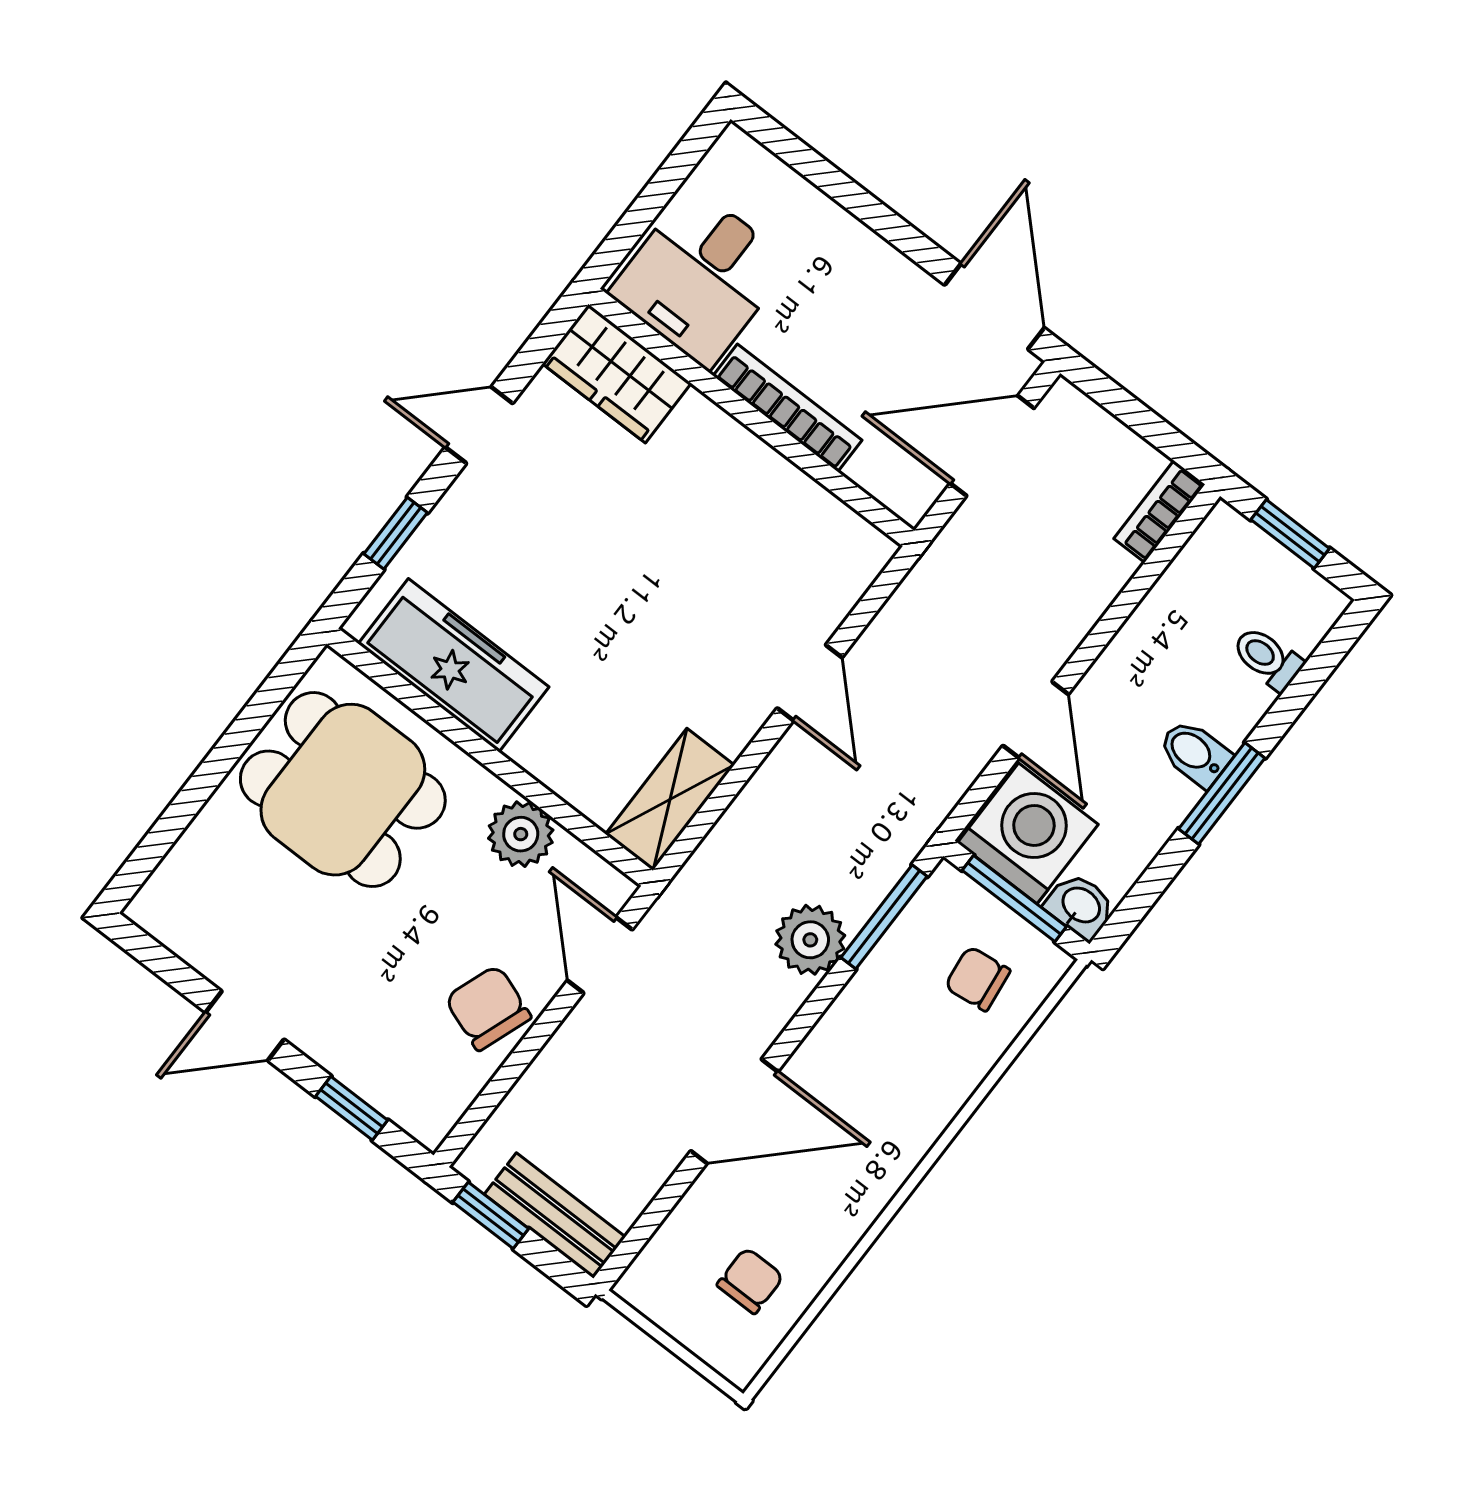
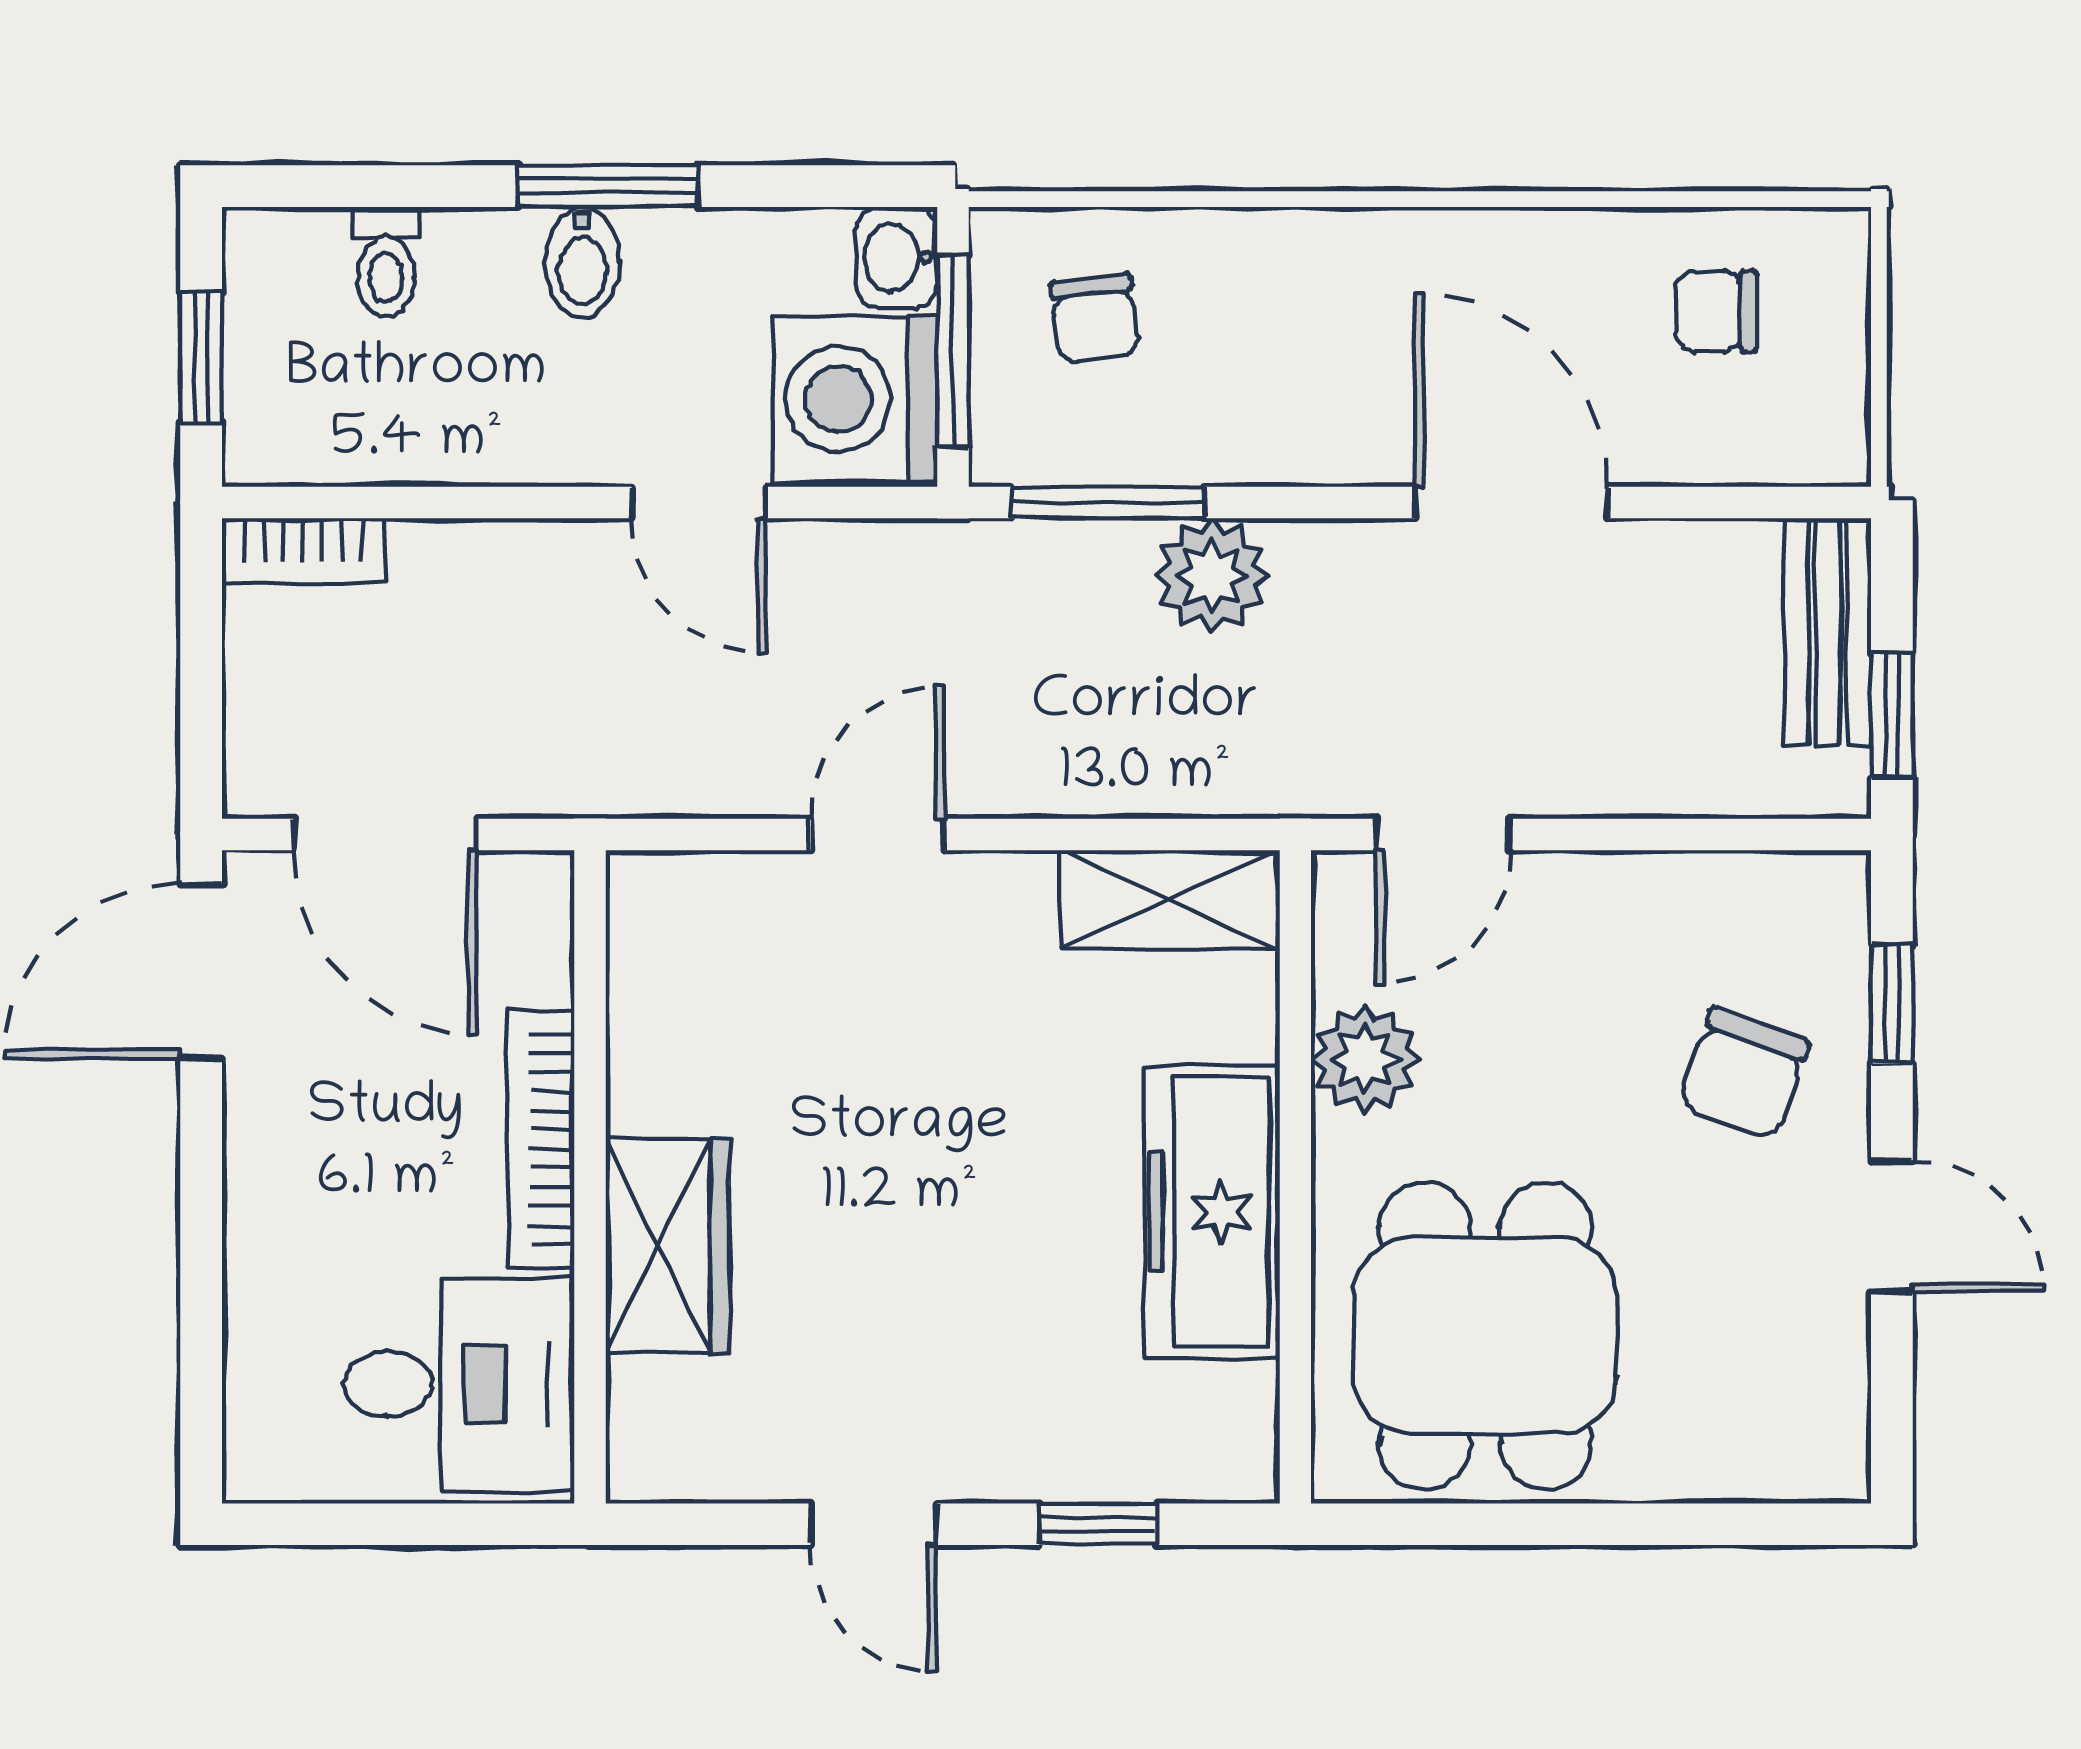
wardrobe: (617, 373) -> (668, 1246), moved
freezer: (454, 665) -> (1212, 1212), moved
door: (1036, 720) -> (699, 503), swing flipped
chair: (488, 1008) -> (1744, 1074), moved

